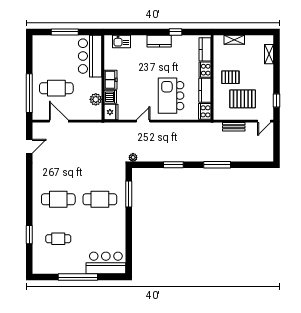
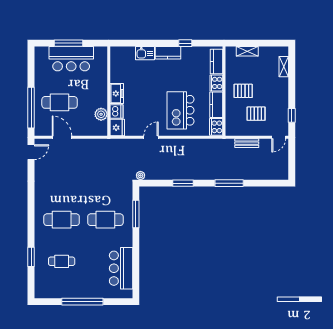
kitchen sink: (122, 42) -> (145, 53), moved
bar counter: (90, 56) -> (71, 59), moved, turned -90
pallet: (243, 99) -> (256, 114), width x0.67, depth x0.71
door: (29, 146) -> (31, 152), moved
bar counter: (106, 263) -> (121, 268), moved, turned -90

